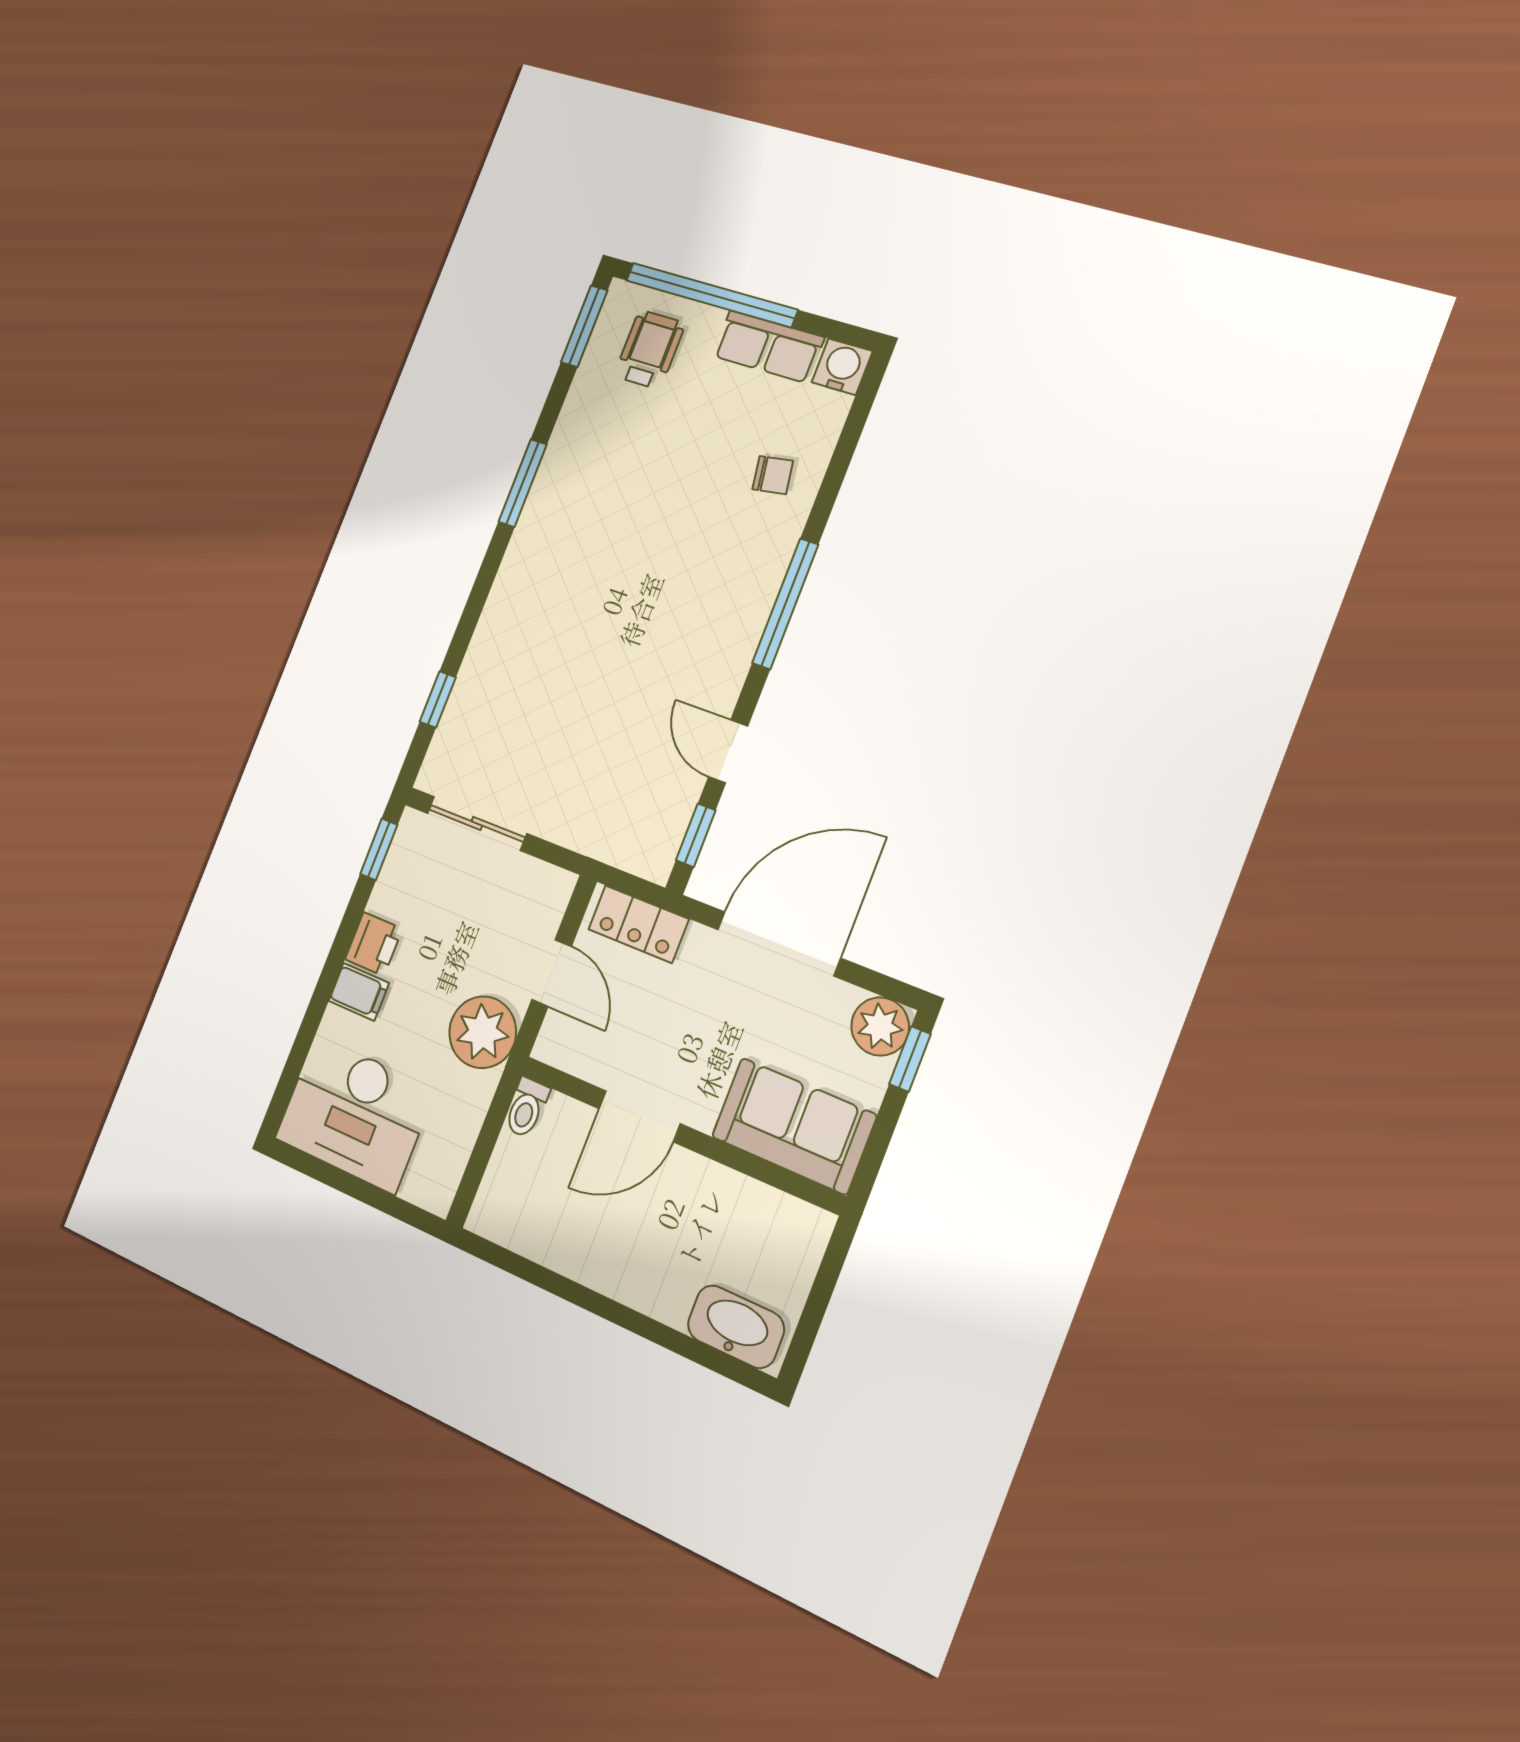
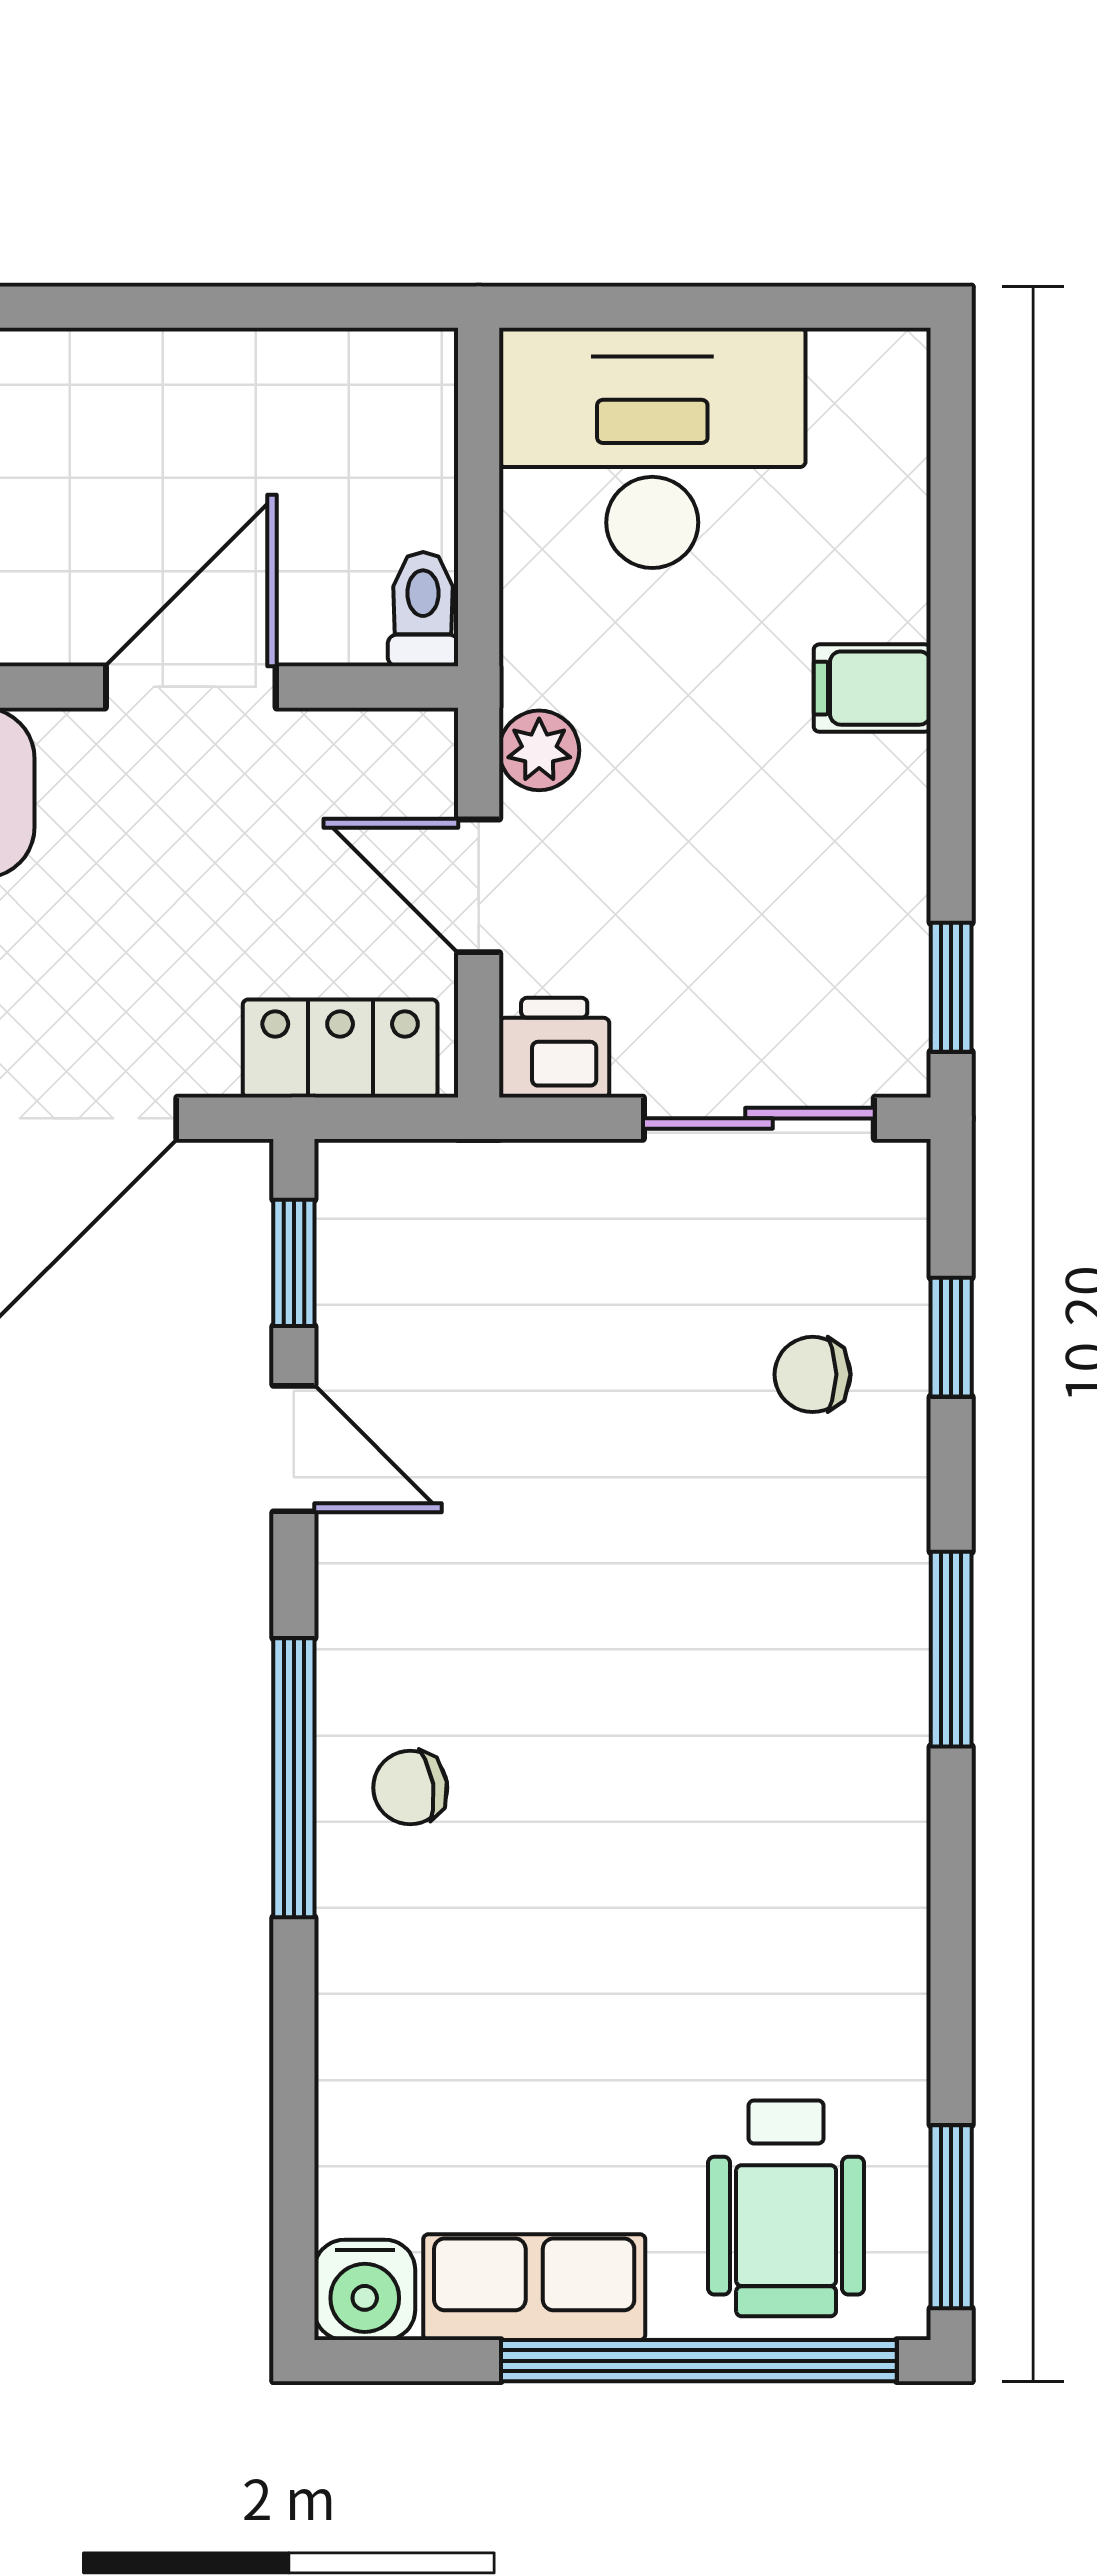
wheelchair: (650, 350) -> (786, 2208), width x1.36, depth x1.37
chair: (773, 475) -> (410, 1788), moved
window: (523, 483) -> (951, 1649), moved
chair: (499, 704) -> (813, 1374), added
printer: (374, 944) -> (554, 1048), moved, turned 90
plant: (483, 1032) -> (539, 750), width x0.53, depth x0.53
desk: (355, 1114) -> (652, 448), moved

